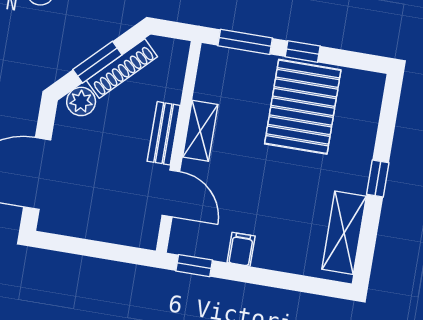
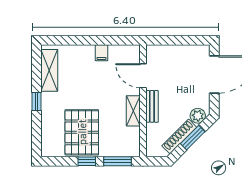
window: (194, 266) -> (125, 40), removed

